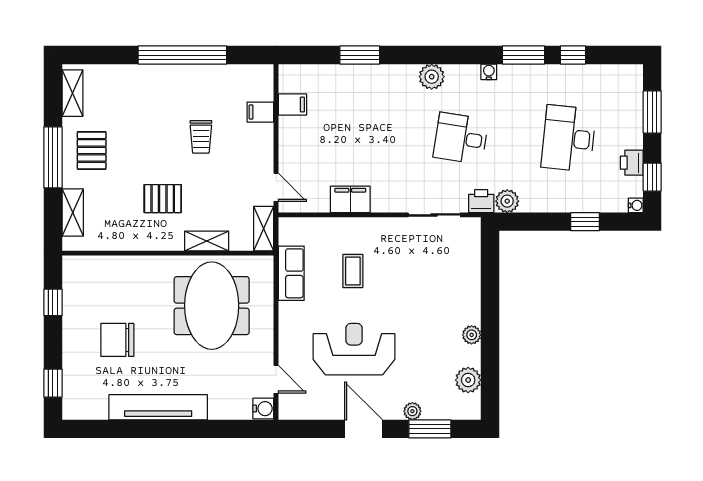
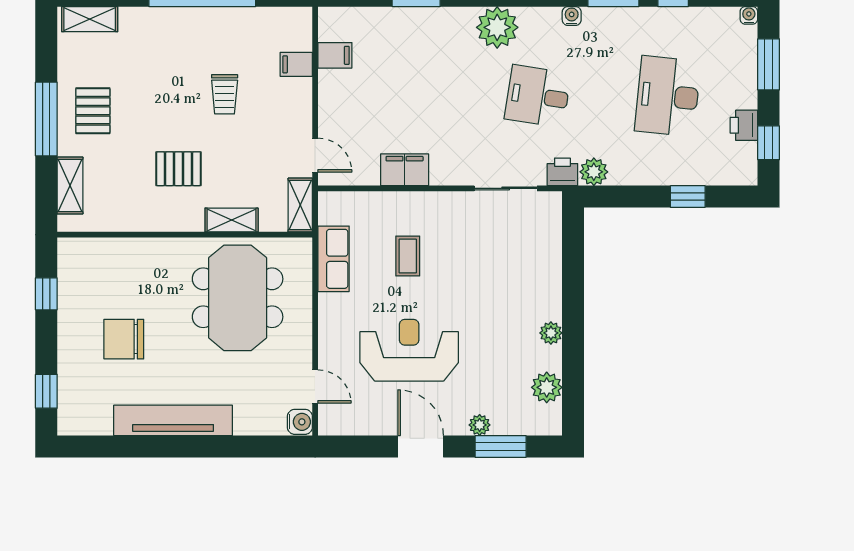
plant: (432, 77) -> (497, 27), width x1.36, depth x1.36
shelving: (72, 93) -> (90, 19), moved, turned 90
water cooler: (636, 205) -> (749, 15), moved, turned -90

